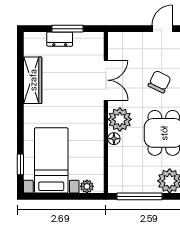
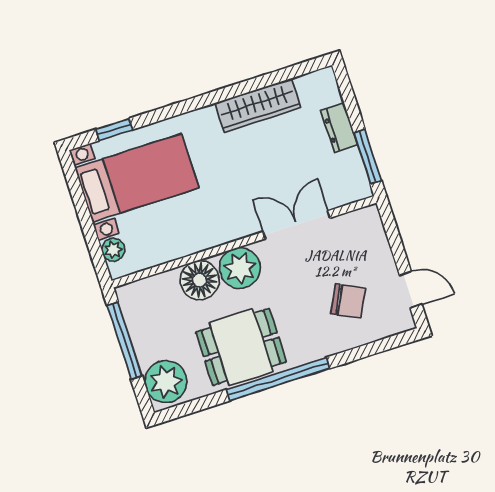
window: (67, 29) -> (368, 156), moved
double door: (106, 80) -> (297, 225), swing flipped
chair: (160, 82) -> (348, 301), moved
floor lamp: (114, 139) -> (200, 280), width x1.89, depth x1.89

